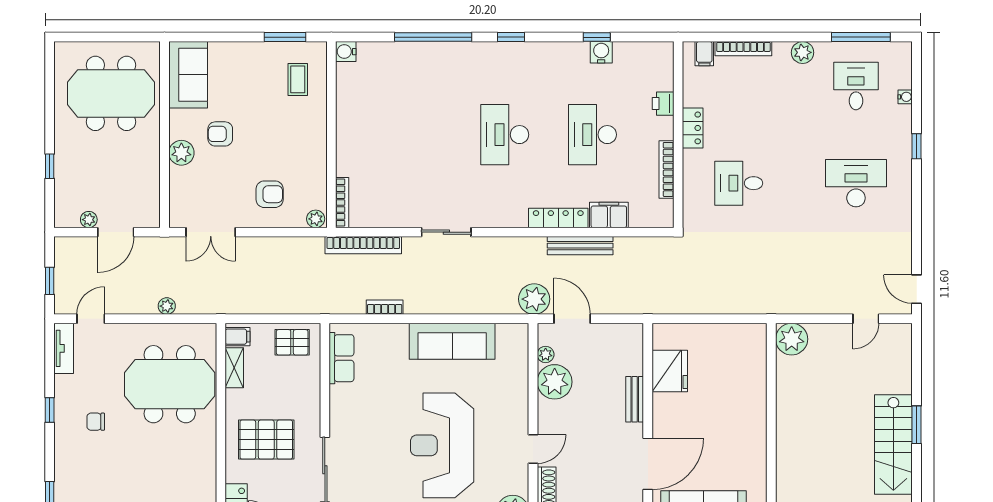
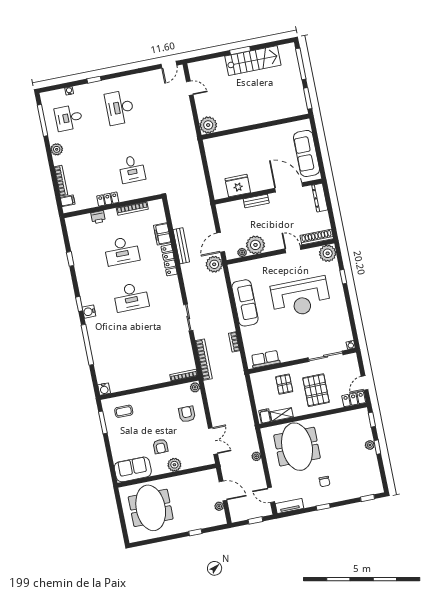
water cooler: (601, 52) -> (89, 312), moved
pallet: (292, 342) -> (284, 384), moved

